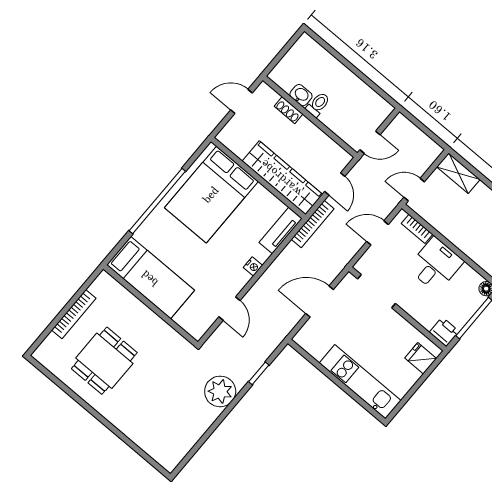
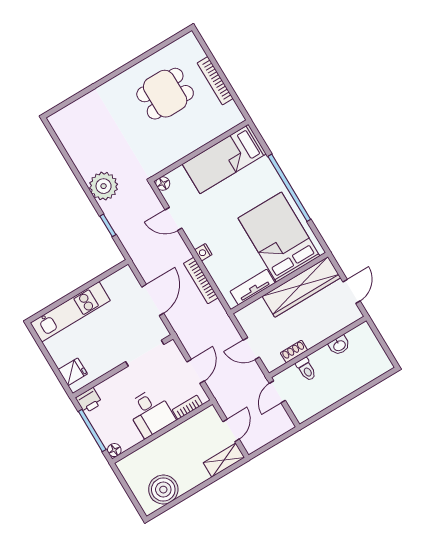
toilet: (318, 105) -> (306, 369), moved
shoe rack: (289, 110) -> (294, 352), moved
wardrobe: (282, 178) -> (301, 287), moved
door: (414, 190) -> (231, 430), moved
bookcase: (313, 224) -> (201, 281), moved
tv unit: (281, 231) -> (253, 287), moved, turned -90
floor lamp: (197, 332) -> (163, 184), added
dining table: (104, 361) -> (165, 94), turned 90

